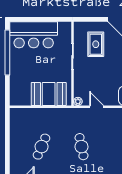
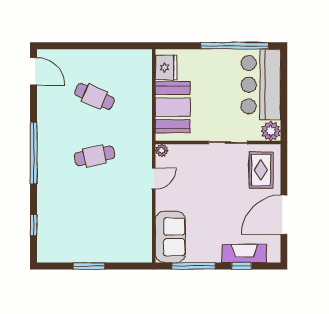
plant: (65, 28) -> (271, 131), added
rug: (96, 44) -> (261, 170), moved, turned 90
fridge: (22, 98) -> (166, 68), added

